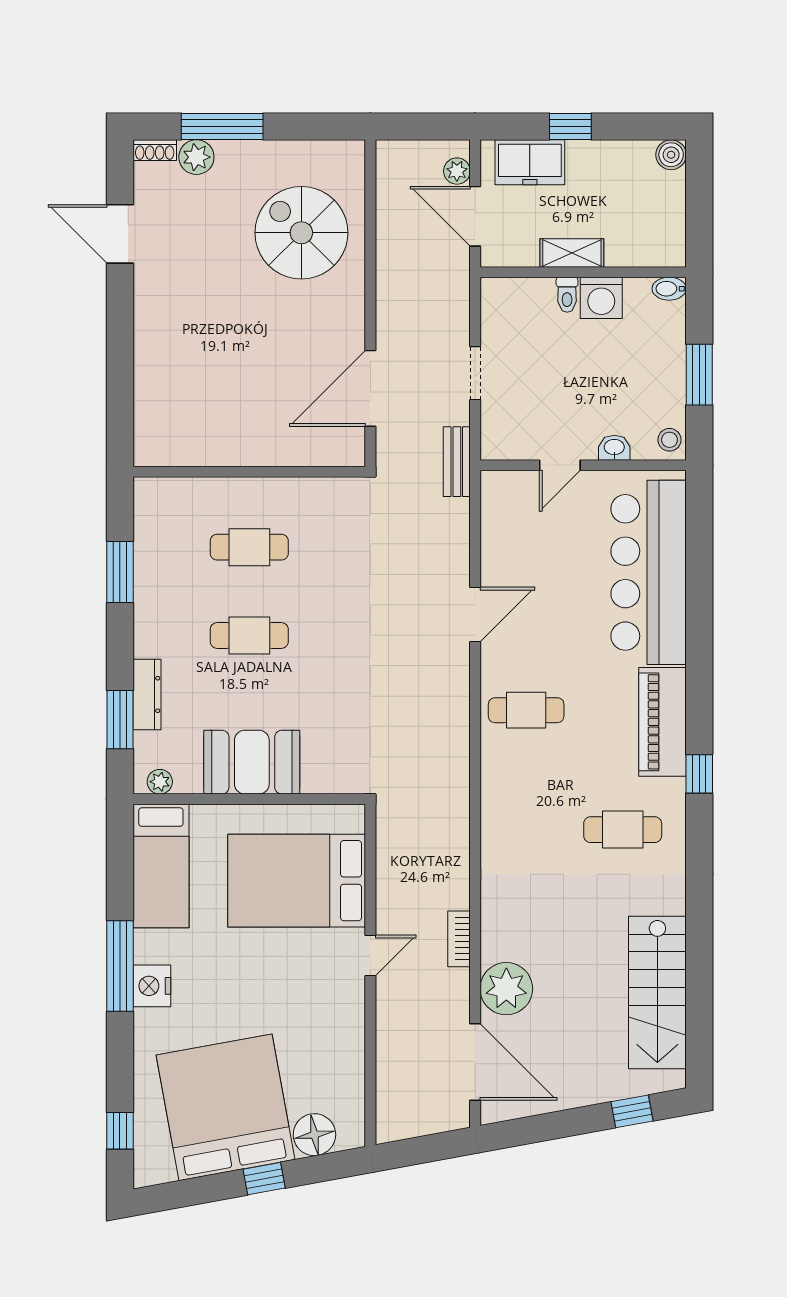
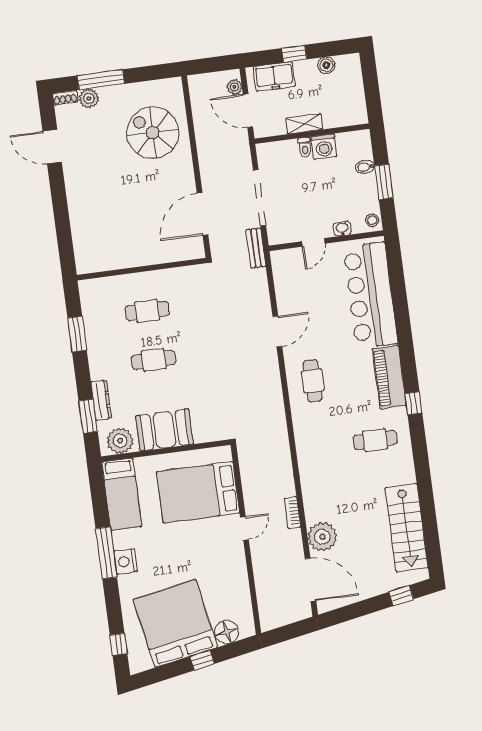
boiler: (671, 155) -> (326, 65), moved
bidet: (669, 289) -> (365, 167), moved
doorway: (475, 373) -> (259, 198), width x1.87
cafe table: (526, 710) -> (313, 381), turned 90
plant: (160, 782) -> (120, 441), width x1.88, depth x1.88

